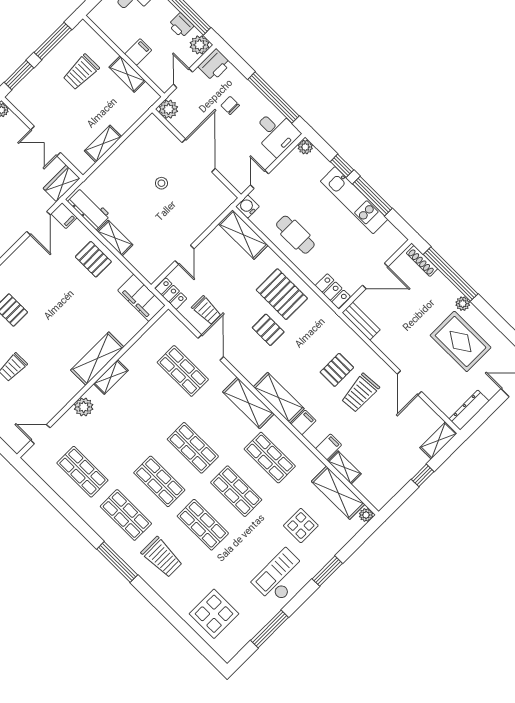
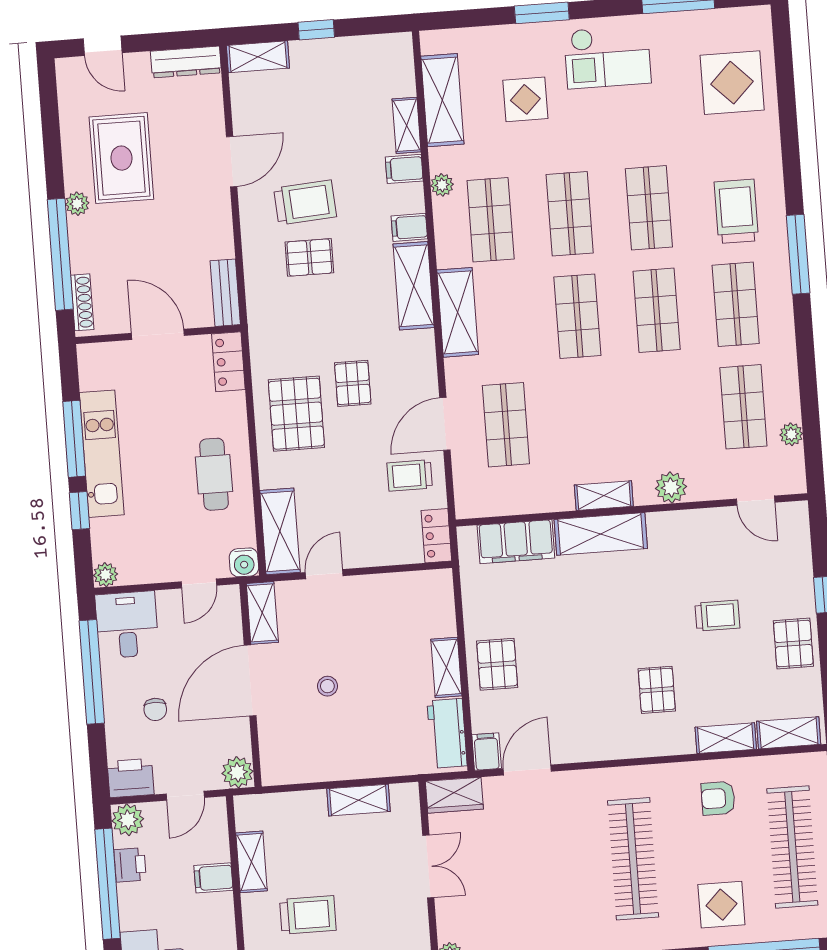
shelving: (219, 191) -> (262, 613), added
door: (184, 255) -> (324, 574), moved
filing cabinet: (141, 298) -> (516, 542), moved, turned 90
trolley: (206, 310) -> (410, 475), turned -90
plant: (50, 478) -> (791, 434), added
plant: (366, 515) -> (442, 185), moved

